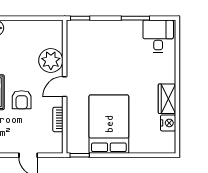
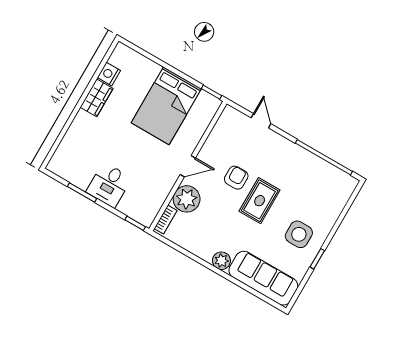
desk: (158, 36) -> (109, 185), moved
bookcase: (58, 119) -> (166, 220), moved

